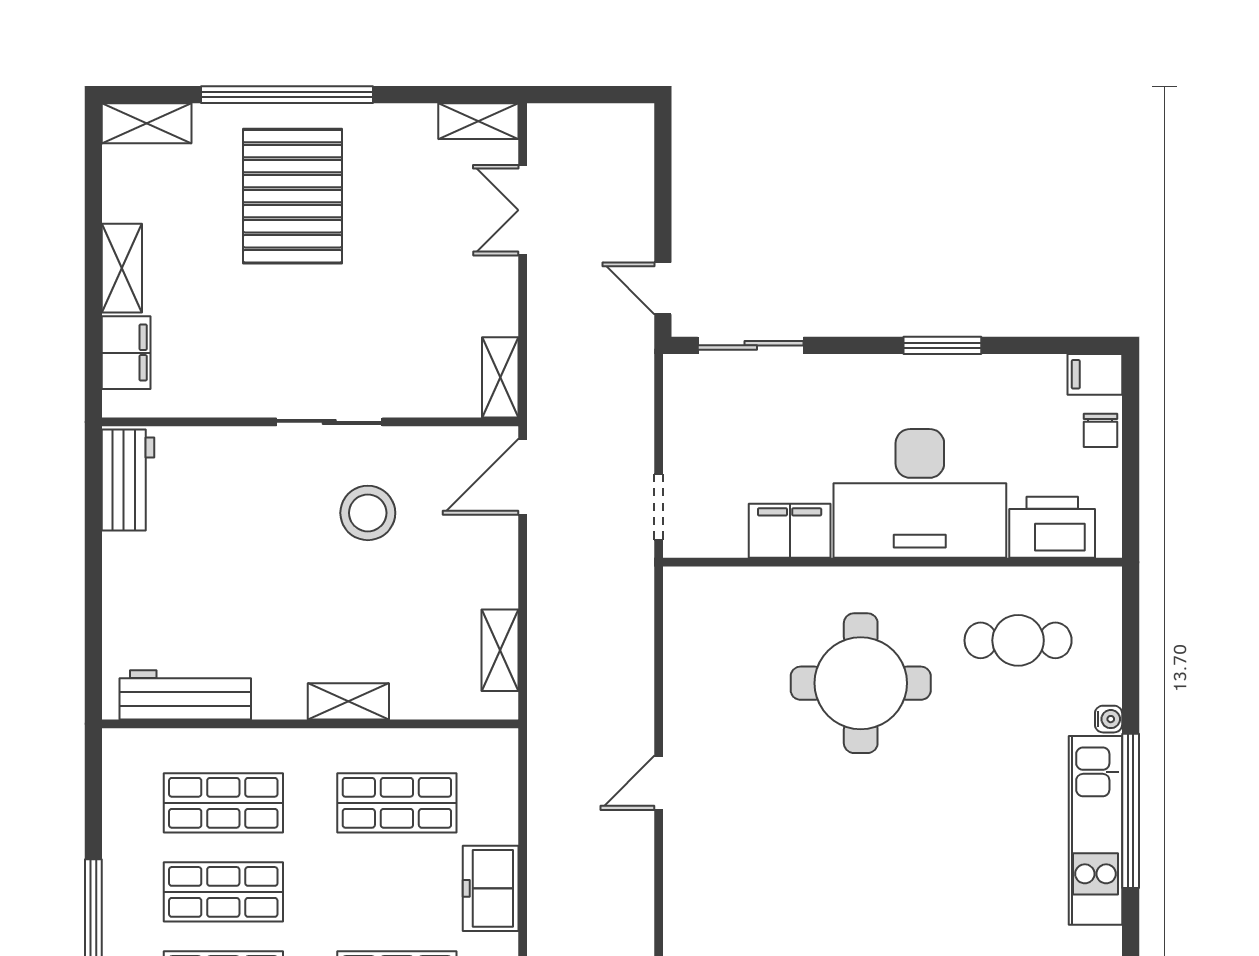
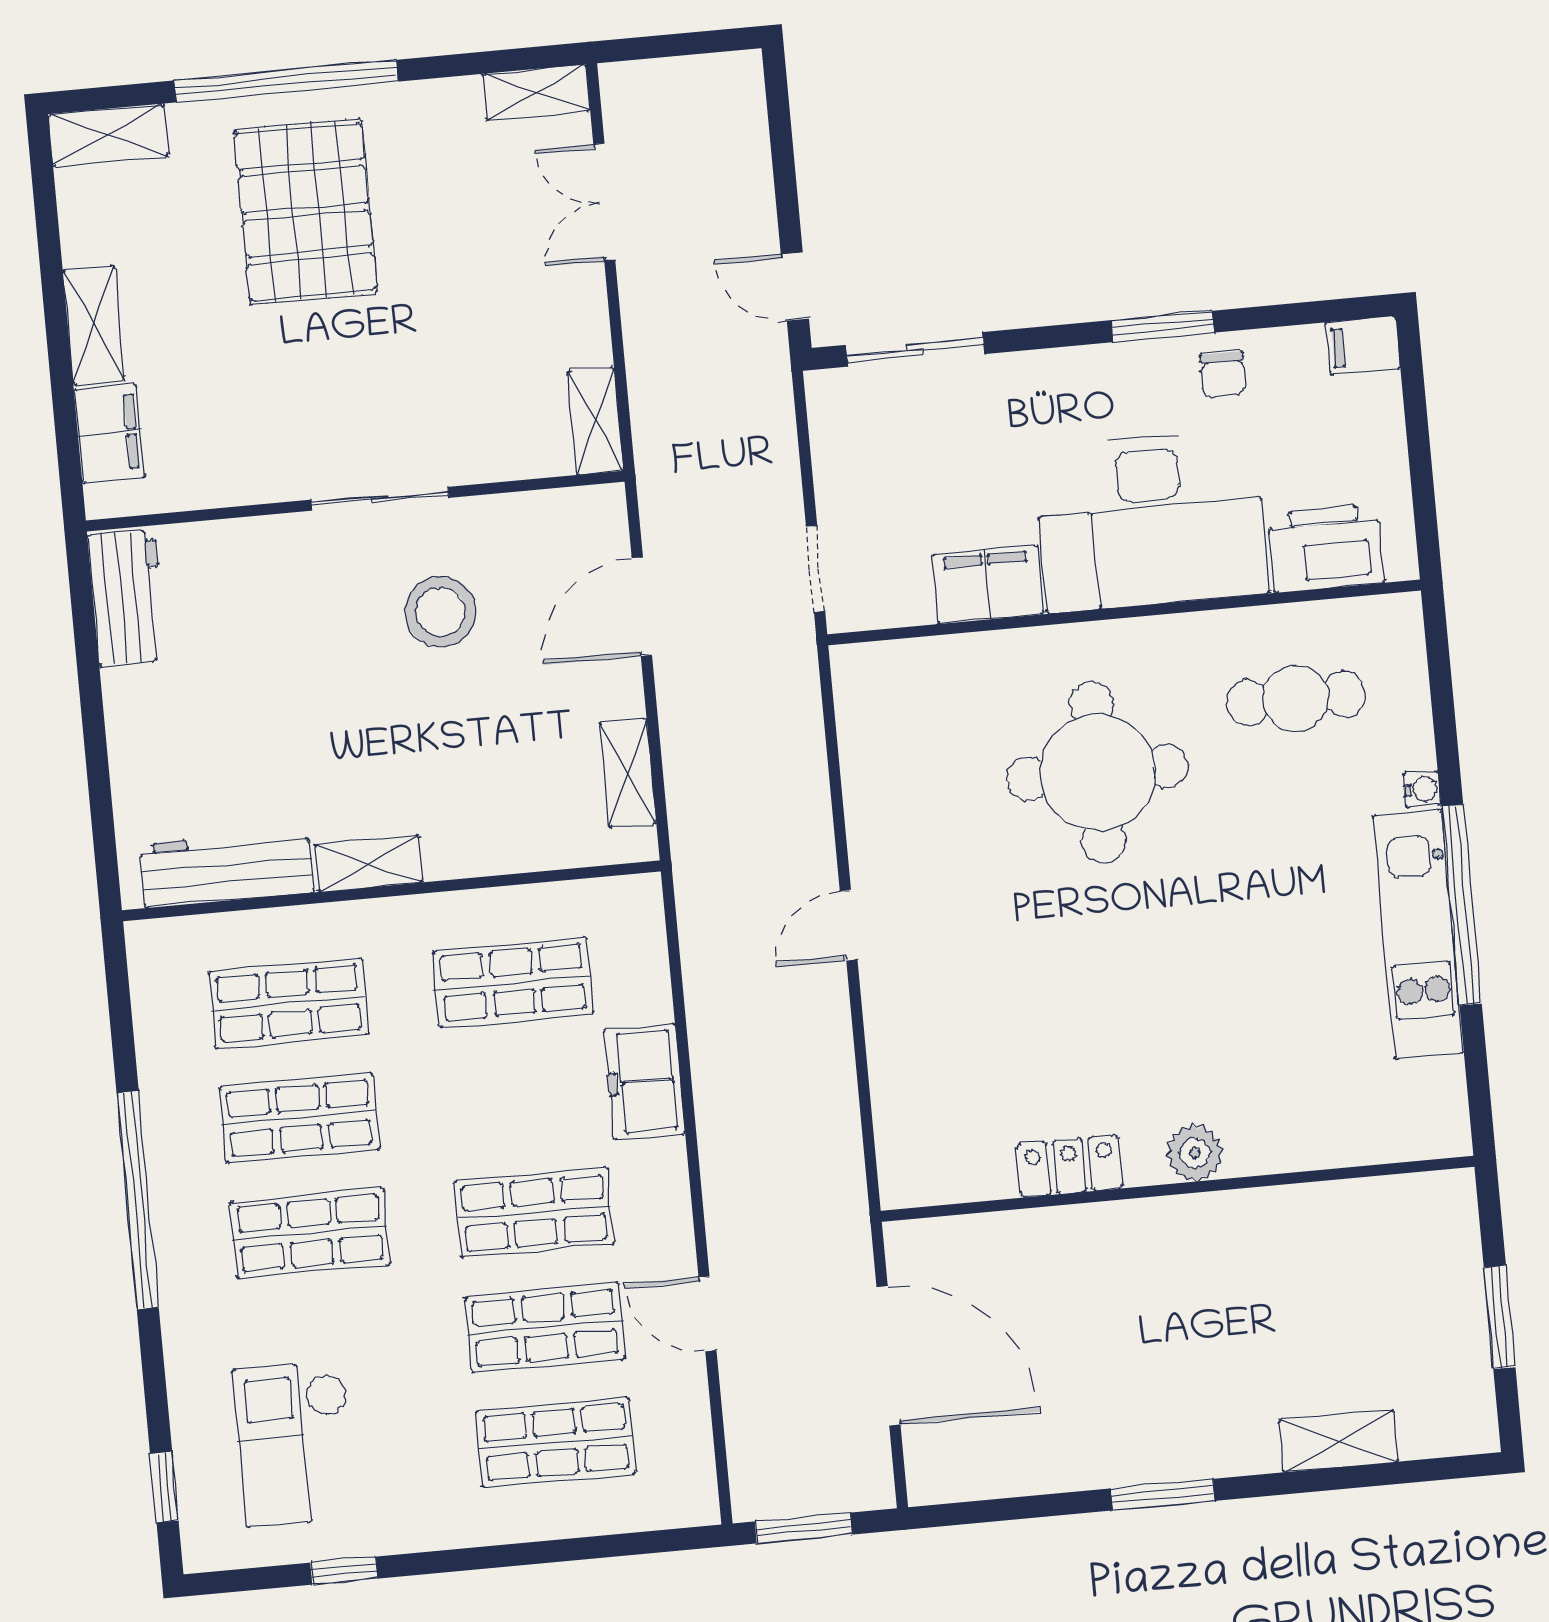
chair: (1100, 430) -> (1223, 374), moved
door: (523, 477) -> (642, 607), moved
shelving: (348, 701) -> (369, 864), moved

